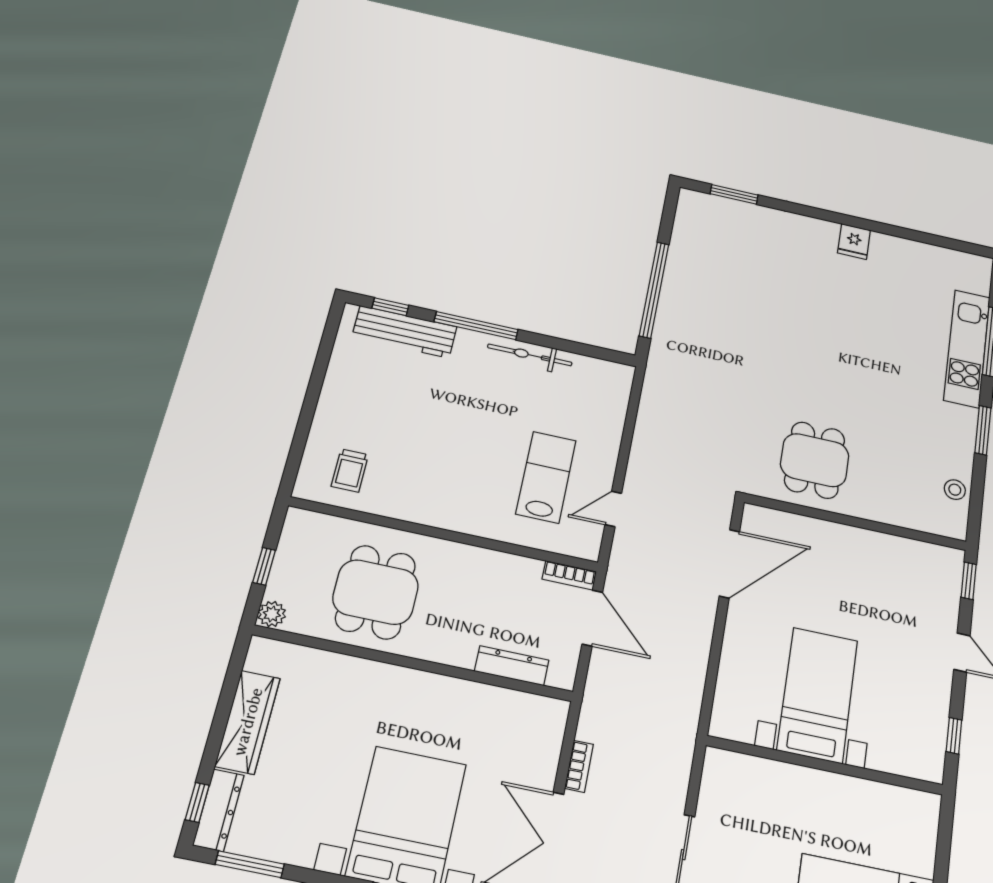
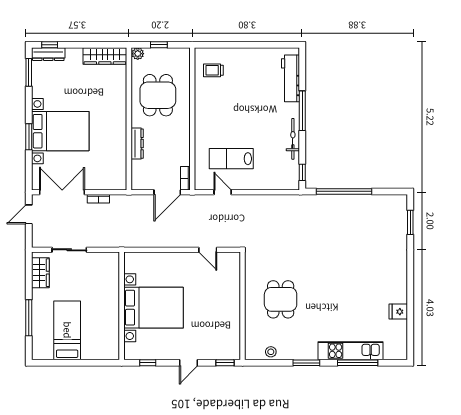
fridge: (854, 241) -> (398, 312), moved
window: (390, 307) -> (302, 172), moved
dining table: (815, 460) -> (281, 299), moved, turned 90
lab bench: (546, 477) -> (231, 159), turned 180
door: (729, 564) -> (208, 250), width x0.53
dining table: (376, 592) -> (158, 95), turned 90
dresser: (512, 666) -> (137, 144), moved
bed with nightstands: (818, 695) -> (153, 308), width x1.36
wardrobe: (248, 722) -> (105, 56), moved

